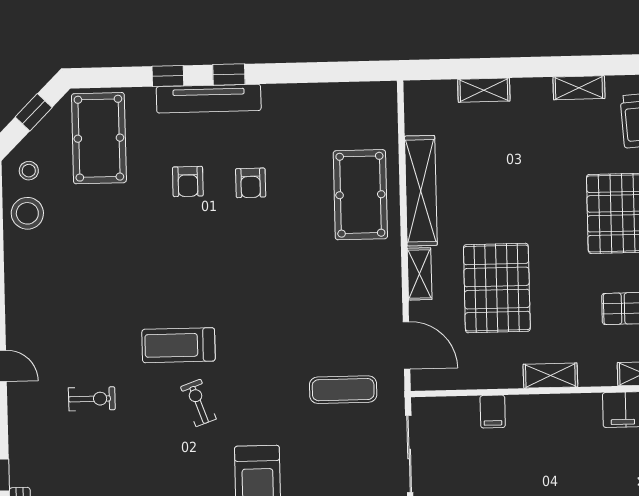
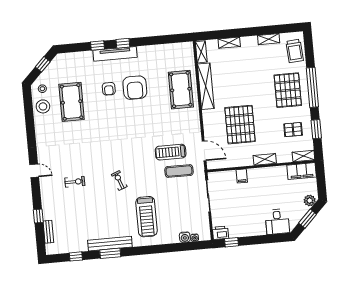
pool table: (99, 138) -> (72, 102), moved
armchair: (251, 183) -> (135, 88), width x1.88, depth x1.88
shelving: (420, 274) -> (201, 52), moved
treadmill: (179, 345) -> (171, 152), moved

